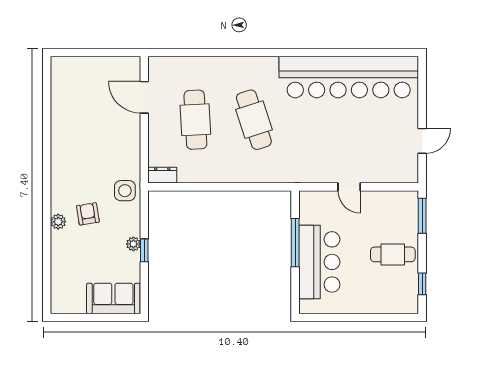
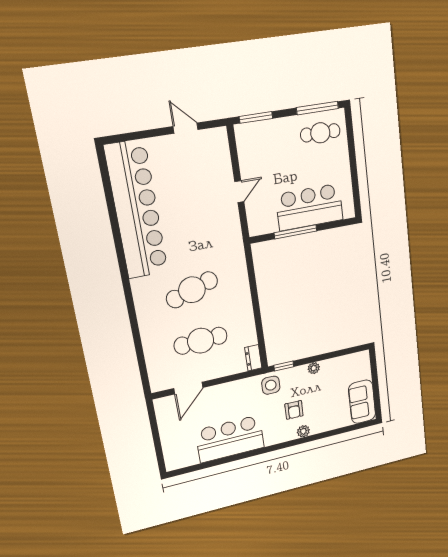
bar counter: (72, 134) -> (230, 439), added
armchair: (88, 214) -> (294, 410), turned -80
window: (144, 250) -> (284, 366), moved
cafe table: (393, 254) -> (320, 133), moved, turned 90
window: (422, 284) -> (317, 108), width x2.17
sofa: (113, 298) -> (362, 402), moved

